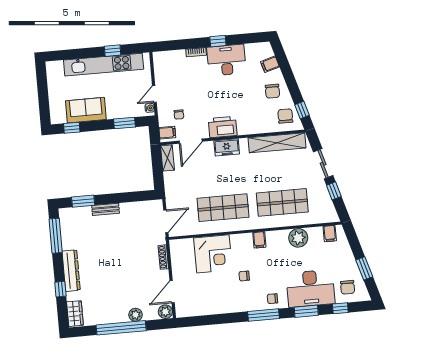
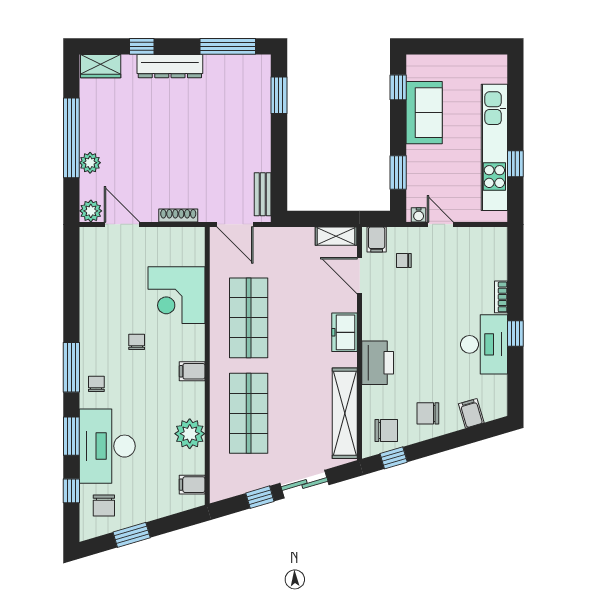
printer: (223, 127) -> (378, 363), moved
bench: (106, 209) -> (263, 194), moved
chair: (348, 287) -> (104, 505), turned -90

